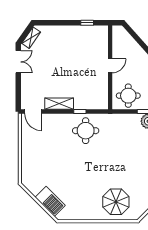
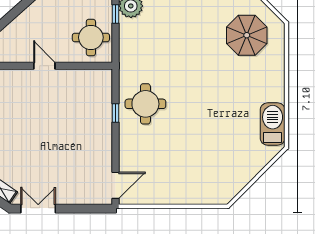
shelving: (59, 104) -> (103, 145), removed
barbecue: (50, 201) -> (273, 124), moved, turned -45
parasol: (116, 202) -> (247, 35), moved

